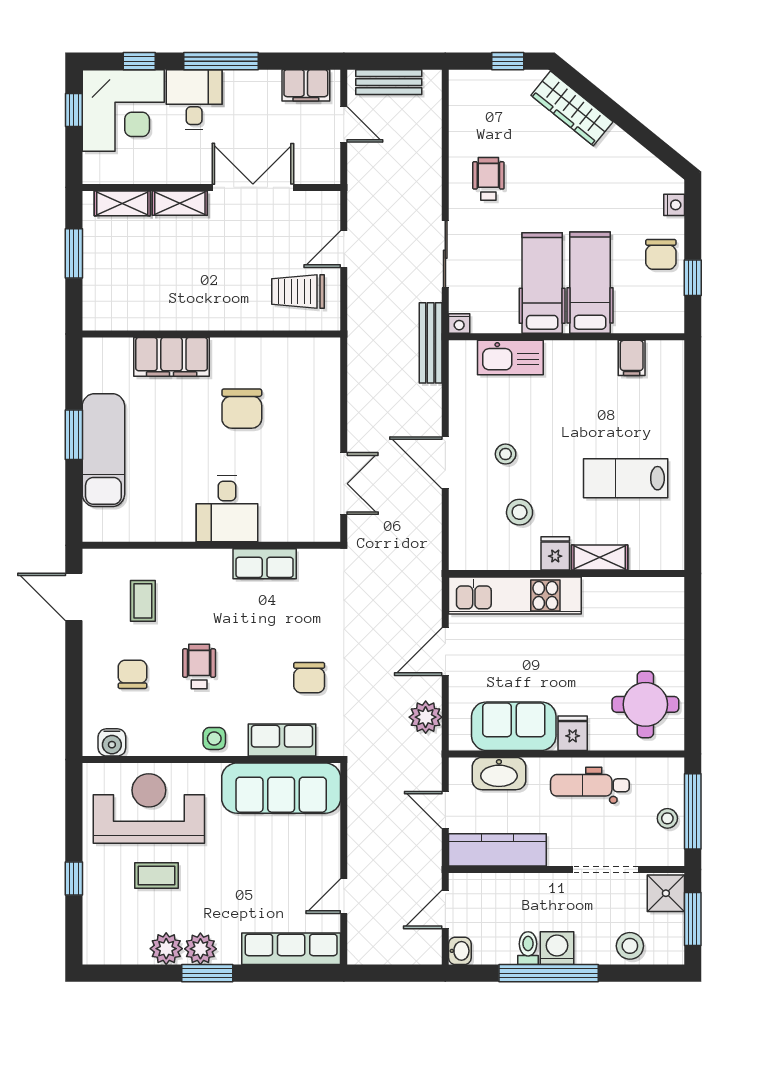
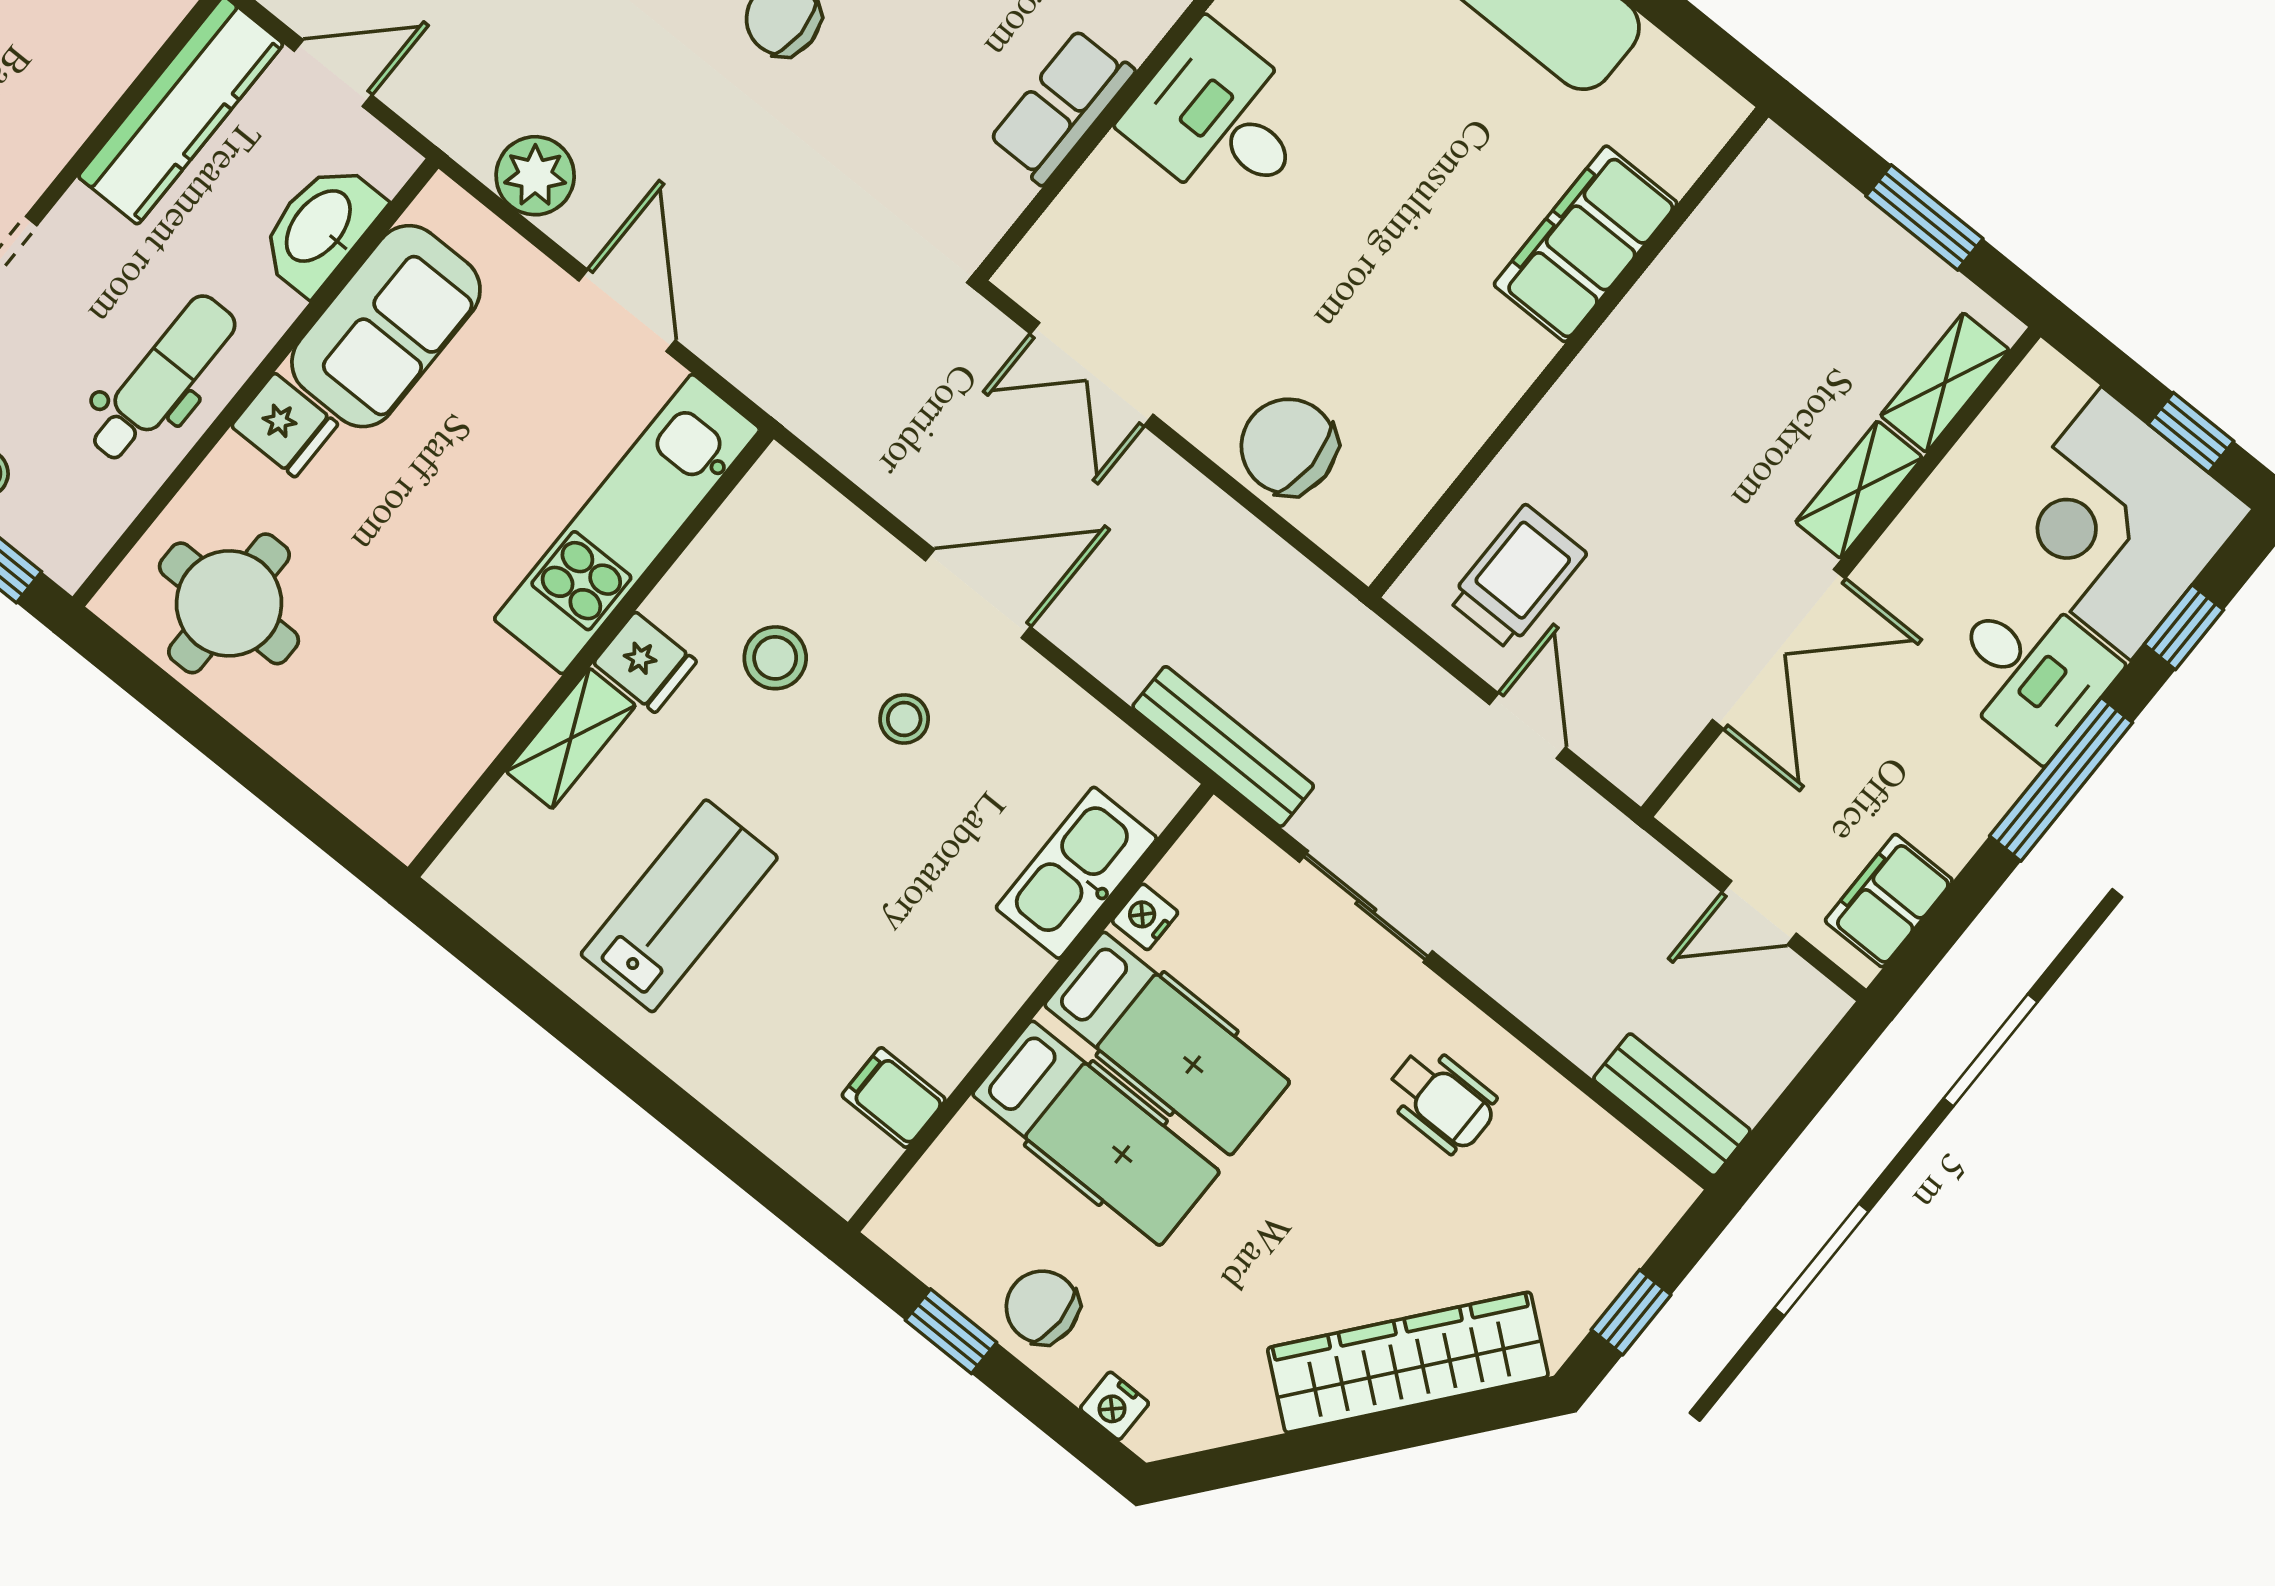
bench: (389, 82) -> (1672, 1105), moved, turned 90
wardrobe: (572, 108) -> (1408, 1362), width x1.40, depth x1.17
nightstand: (459, 323) -> (1145, 917), moved
chair: (242, 409) -> (1289, 446), moved

